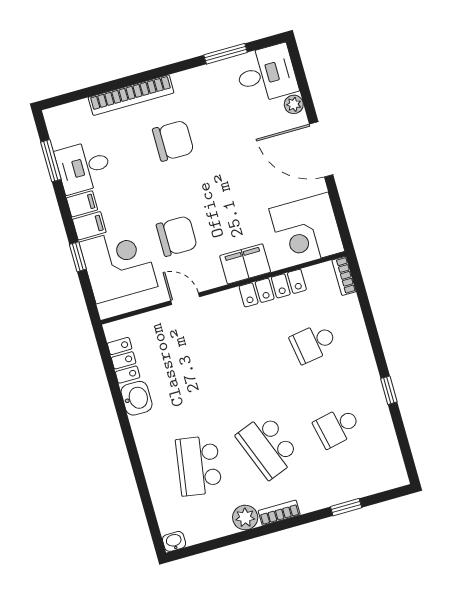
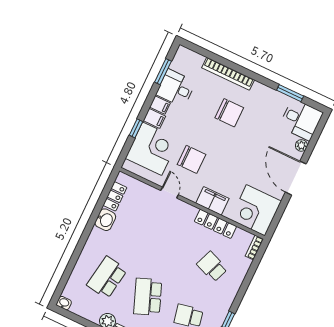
school desk: (313, 343) -> (212, 267), turned 30

